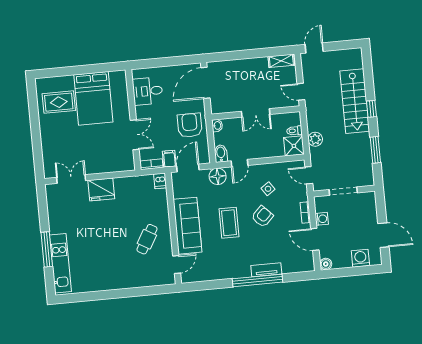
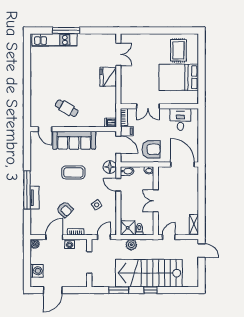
stairs: (355, 101) -> (149, 273), width x1.36, depth x1.51
armchair: (262, 216) -> (65, 209), moved

